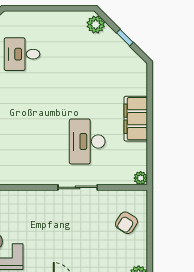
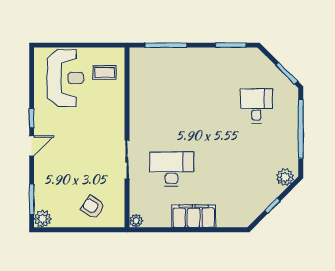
window: (46, 8) -> (301, 129), added

